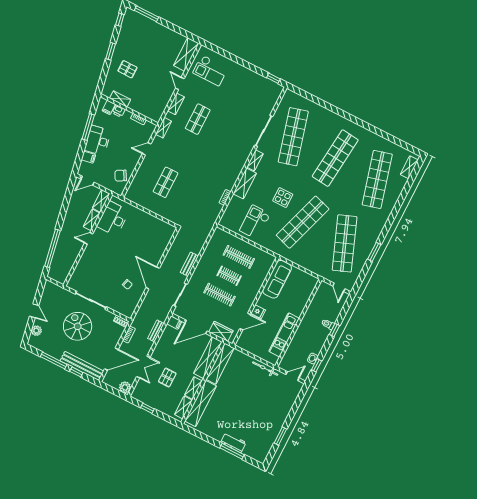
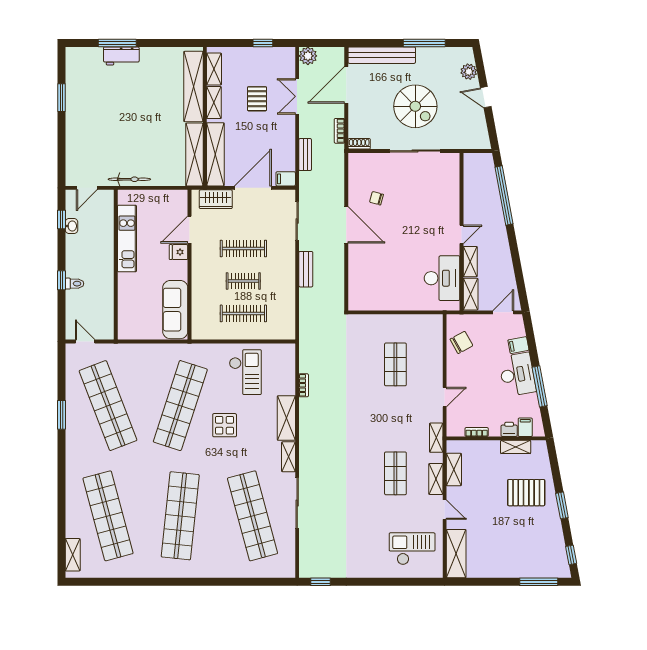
pallet: (127, 69) -> (526, 493), width x1.50, depth x1.42
shelving: (163, 104) -> (454, 469), added
window: (76, 372) -> (385, 43), removed

